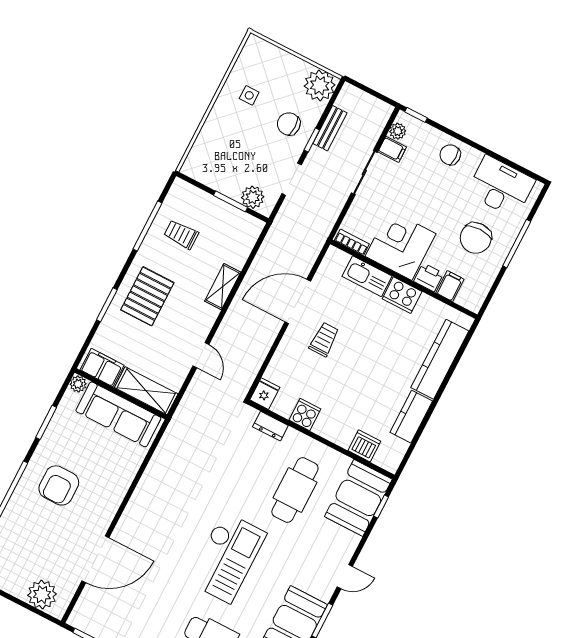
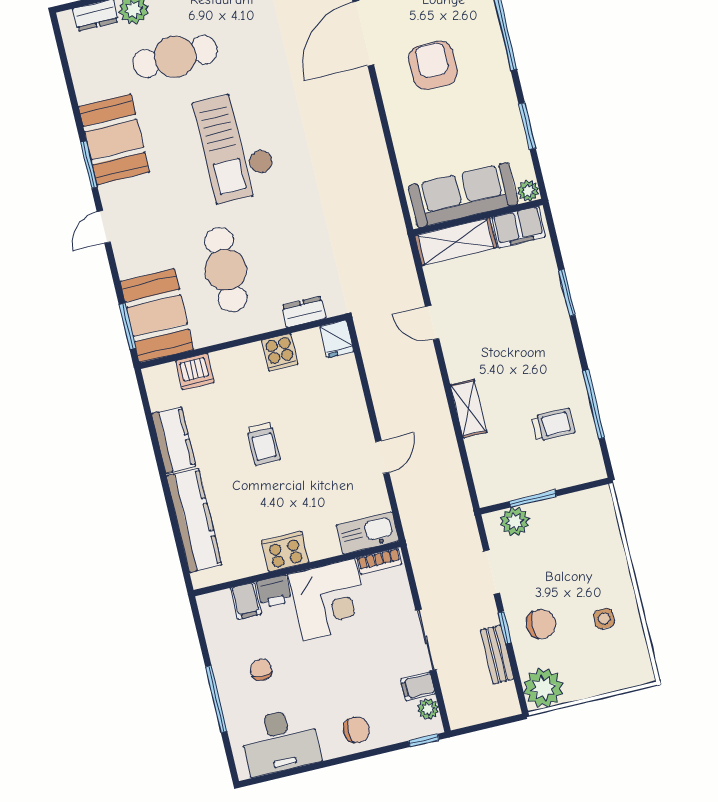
chair: (476, 238) -> (261, 670), width x0.54, depth x0.54
kitchen sink: (367, 276) -> (368, 533), moved
pallet: (147, 296) -> (534, 335), removed
door: (298, 302) -> (382, 457), width x0.53
trolley: (324, 339) -> (263, 444), moved
armchair: (59, 485) -> (433, 65), moved
window: (381, 507) -> (127, 326), width x1.50

